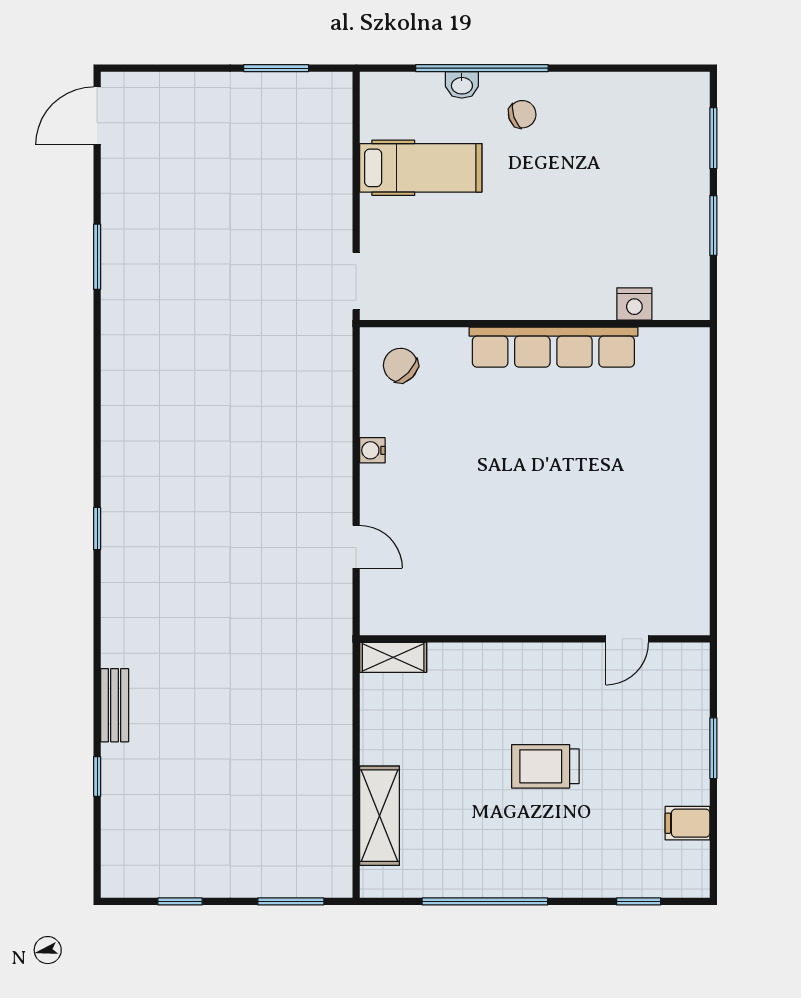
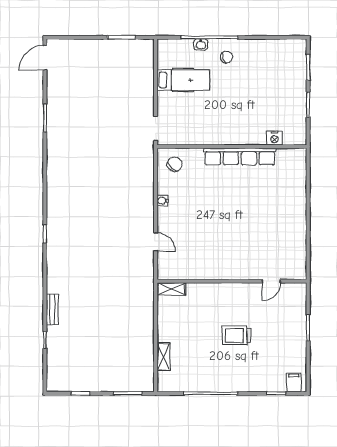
chair: (400, 365) -> (175, 164), turned 86
shelving: (380, 816) -> (163, 357), width x0.67, depth x0.75
filing cabinet: (688, 823) -> (294, 382), moved, turned 90

